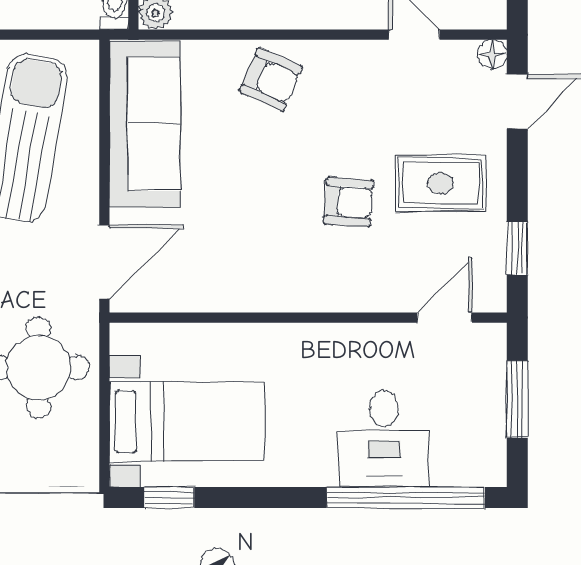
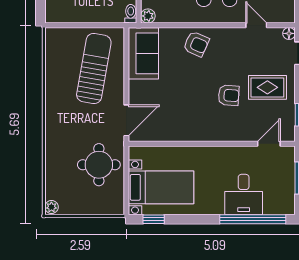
sofa: (145, 124) -> (143, 53), width x0.73

